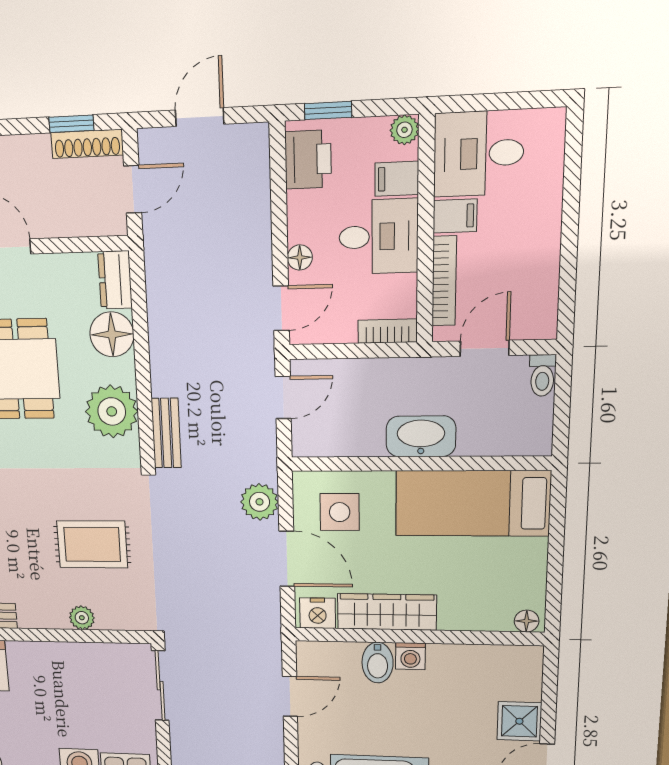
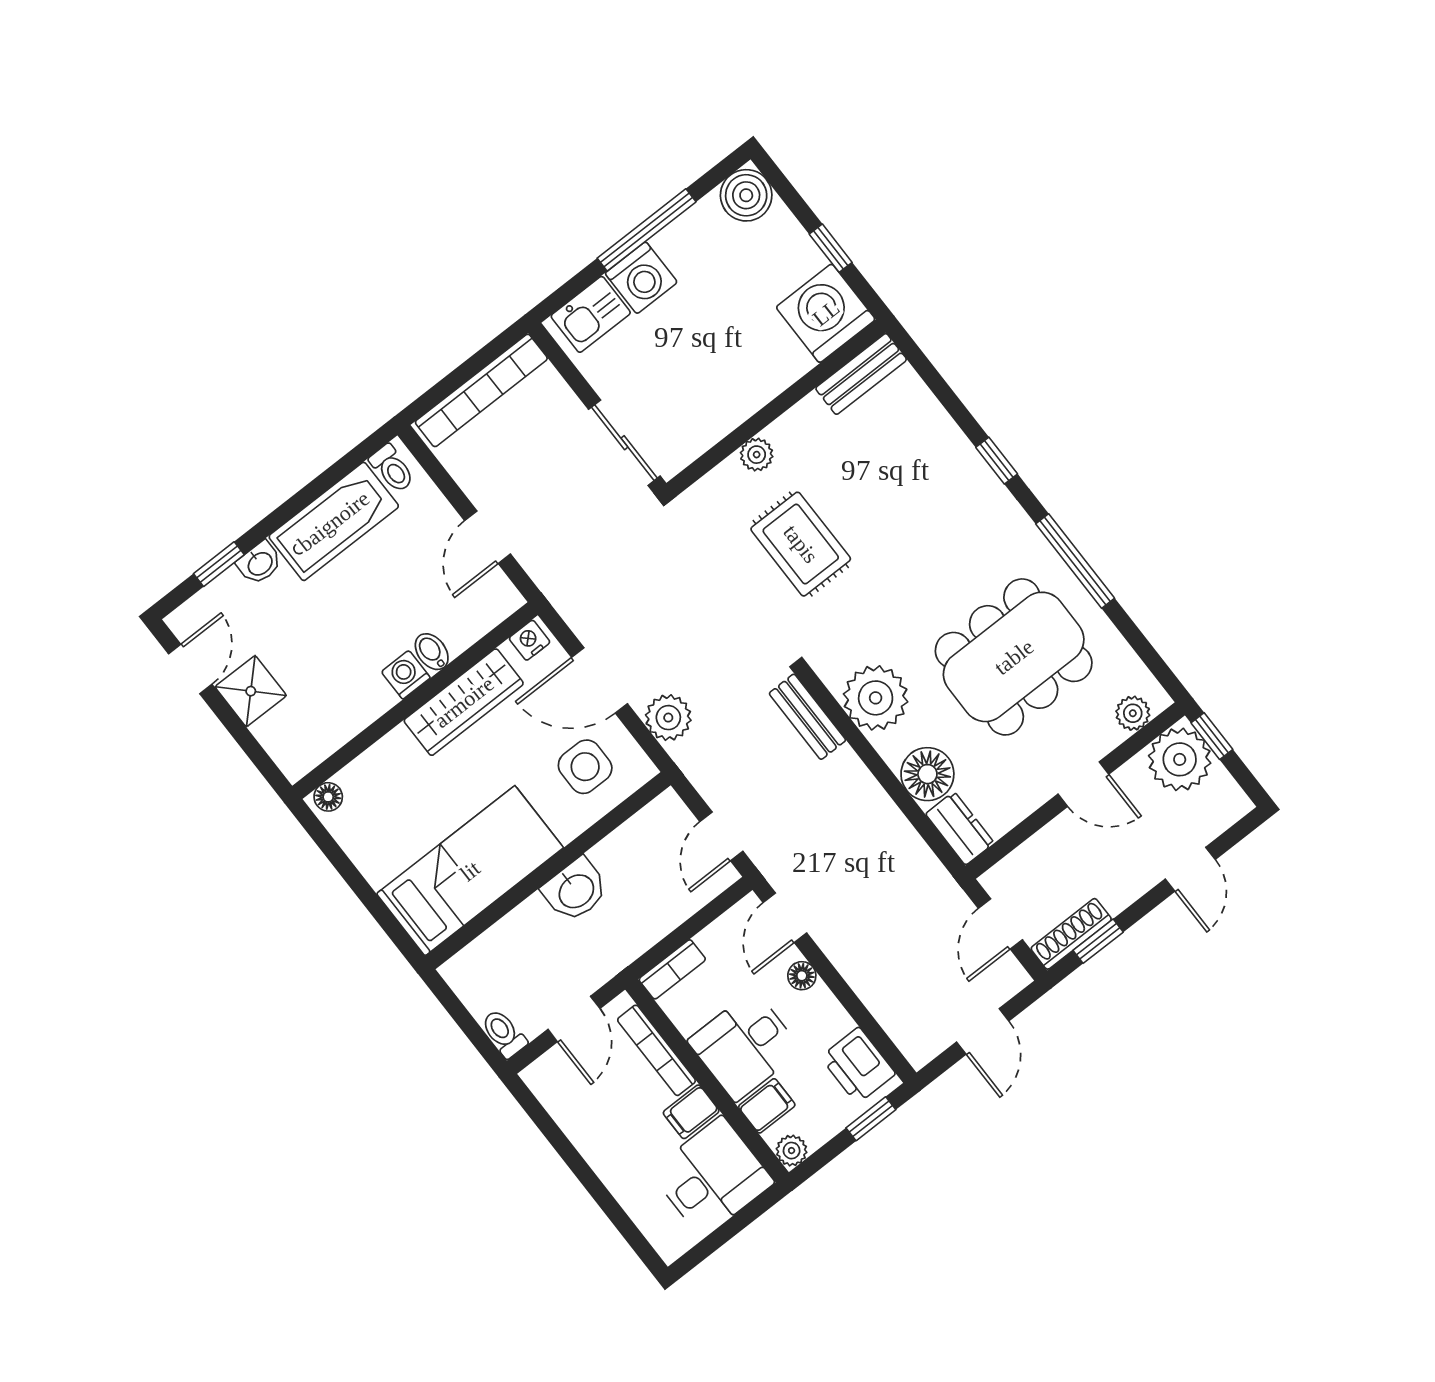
washbasin: (421, 436) -> (576, 890), width x0.72
rug: (92, 544) -> (801, 544), turned 90
nightstand: (318, 613) -> (530, 640), width x0.72, depth x0.74
bidet: (378, 663) -> (432, 652), width x0.72, depth x0.74

